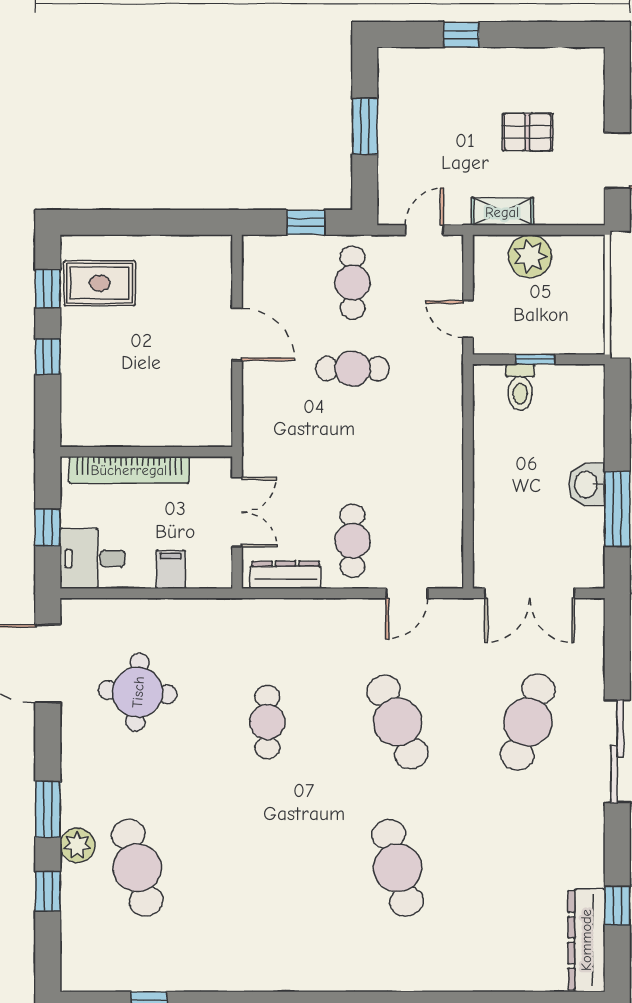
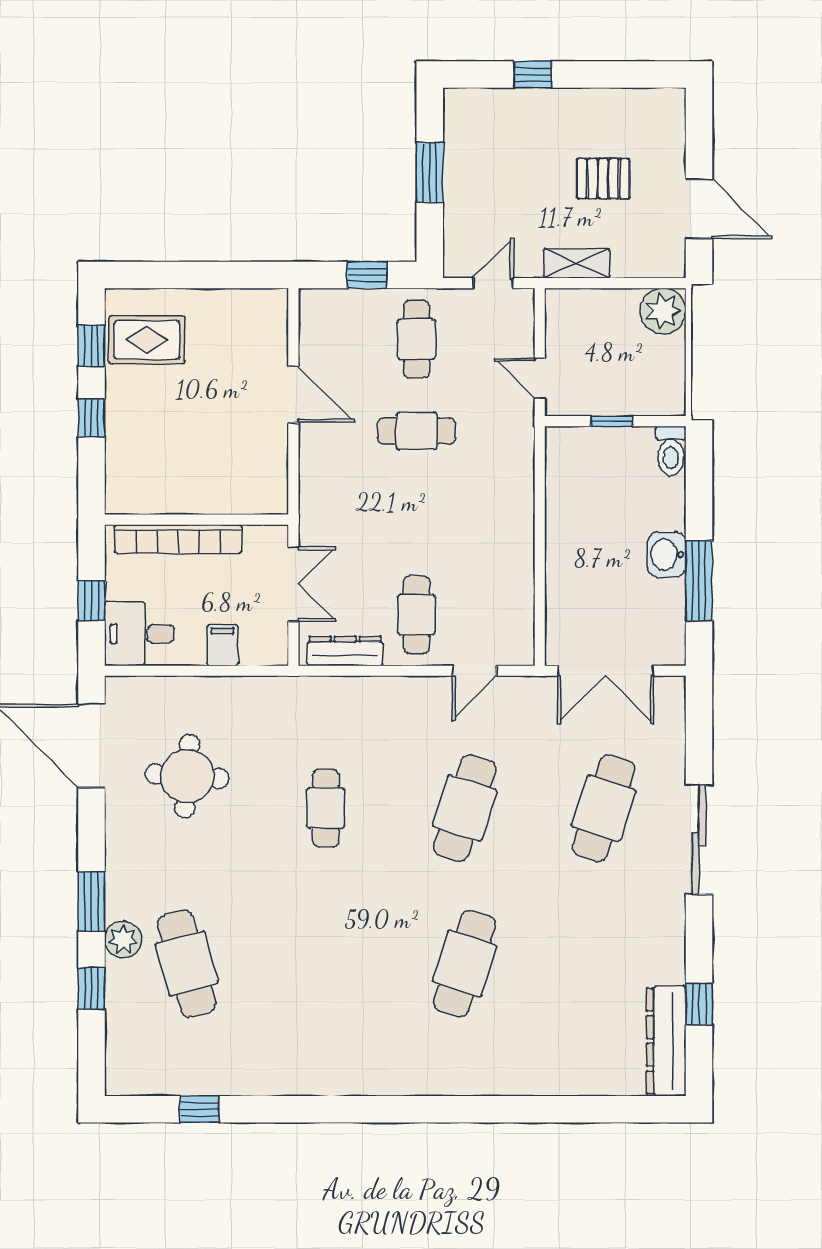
plant: (530, 256) -> (663, 311), moved
toilet: (520, 387) -> (671, 451), moved
cafe table: (398, 722) -> (465, 808), turned 42
cafe table: (398, 868) -> (465, 964), turned 33

